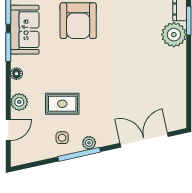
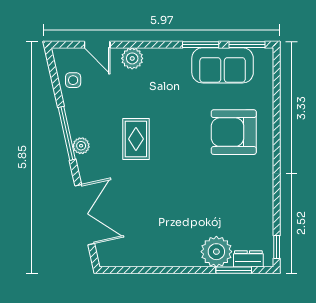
floor lamp: (16, 74) -> (168, 55), removed
rug: (62, 104) -> (136, 139), moved
side table: (62, 138) -> (73, 80), moved

